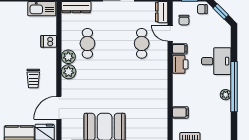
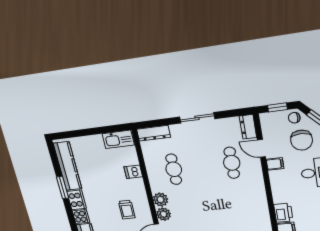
chair: (184, 20) -> (302, 140), moved, width x1.87, depth x1.87
plant: (68, 57) -> (164, 214), moved
printer: (180, 64) -> (283, 213), moved

